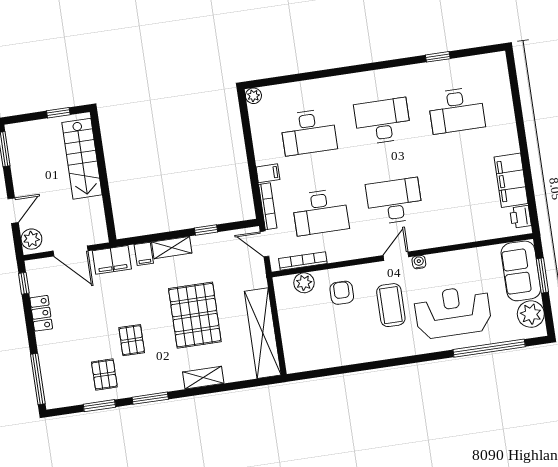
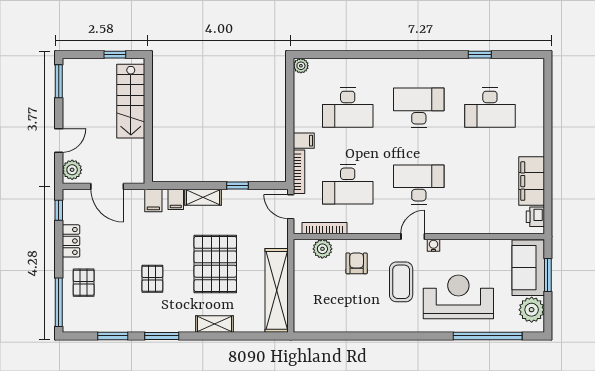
filing cabinet: (112, 260) -> (153, 200), width x0.50
pallet: (104, 375) -> (84, 283), moved

